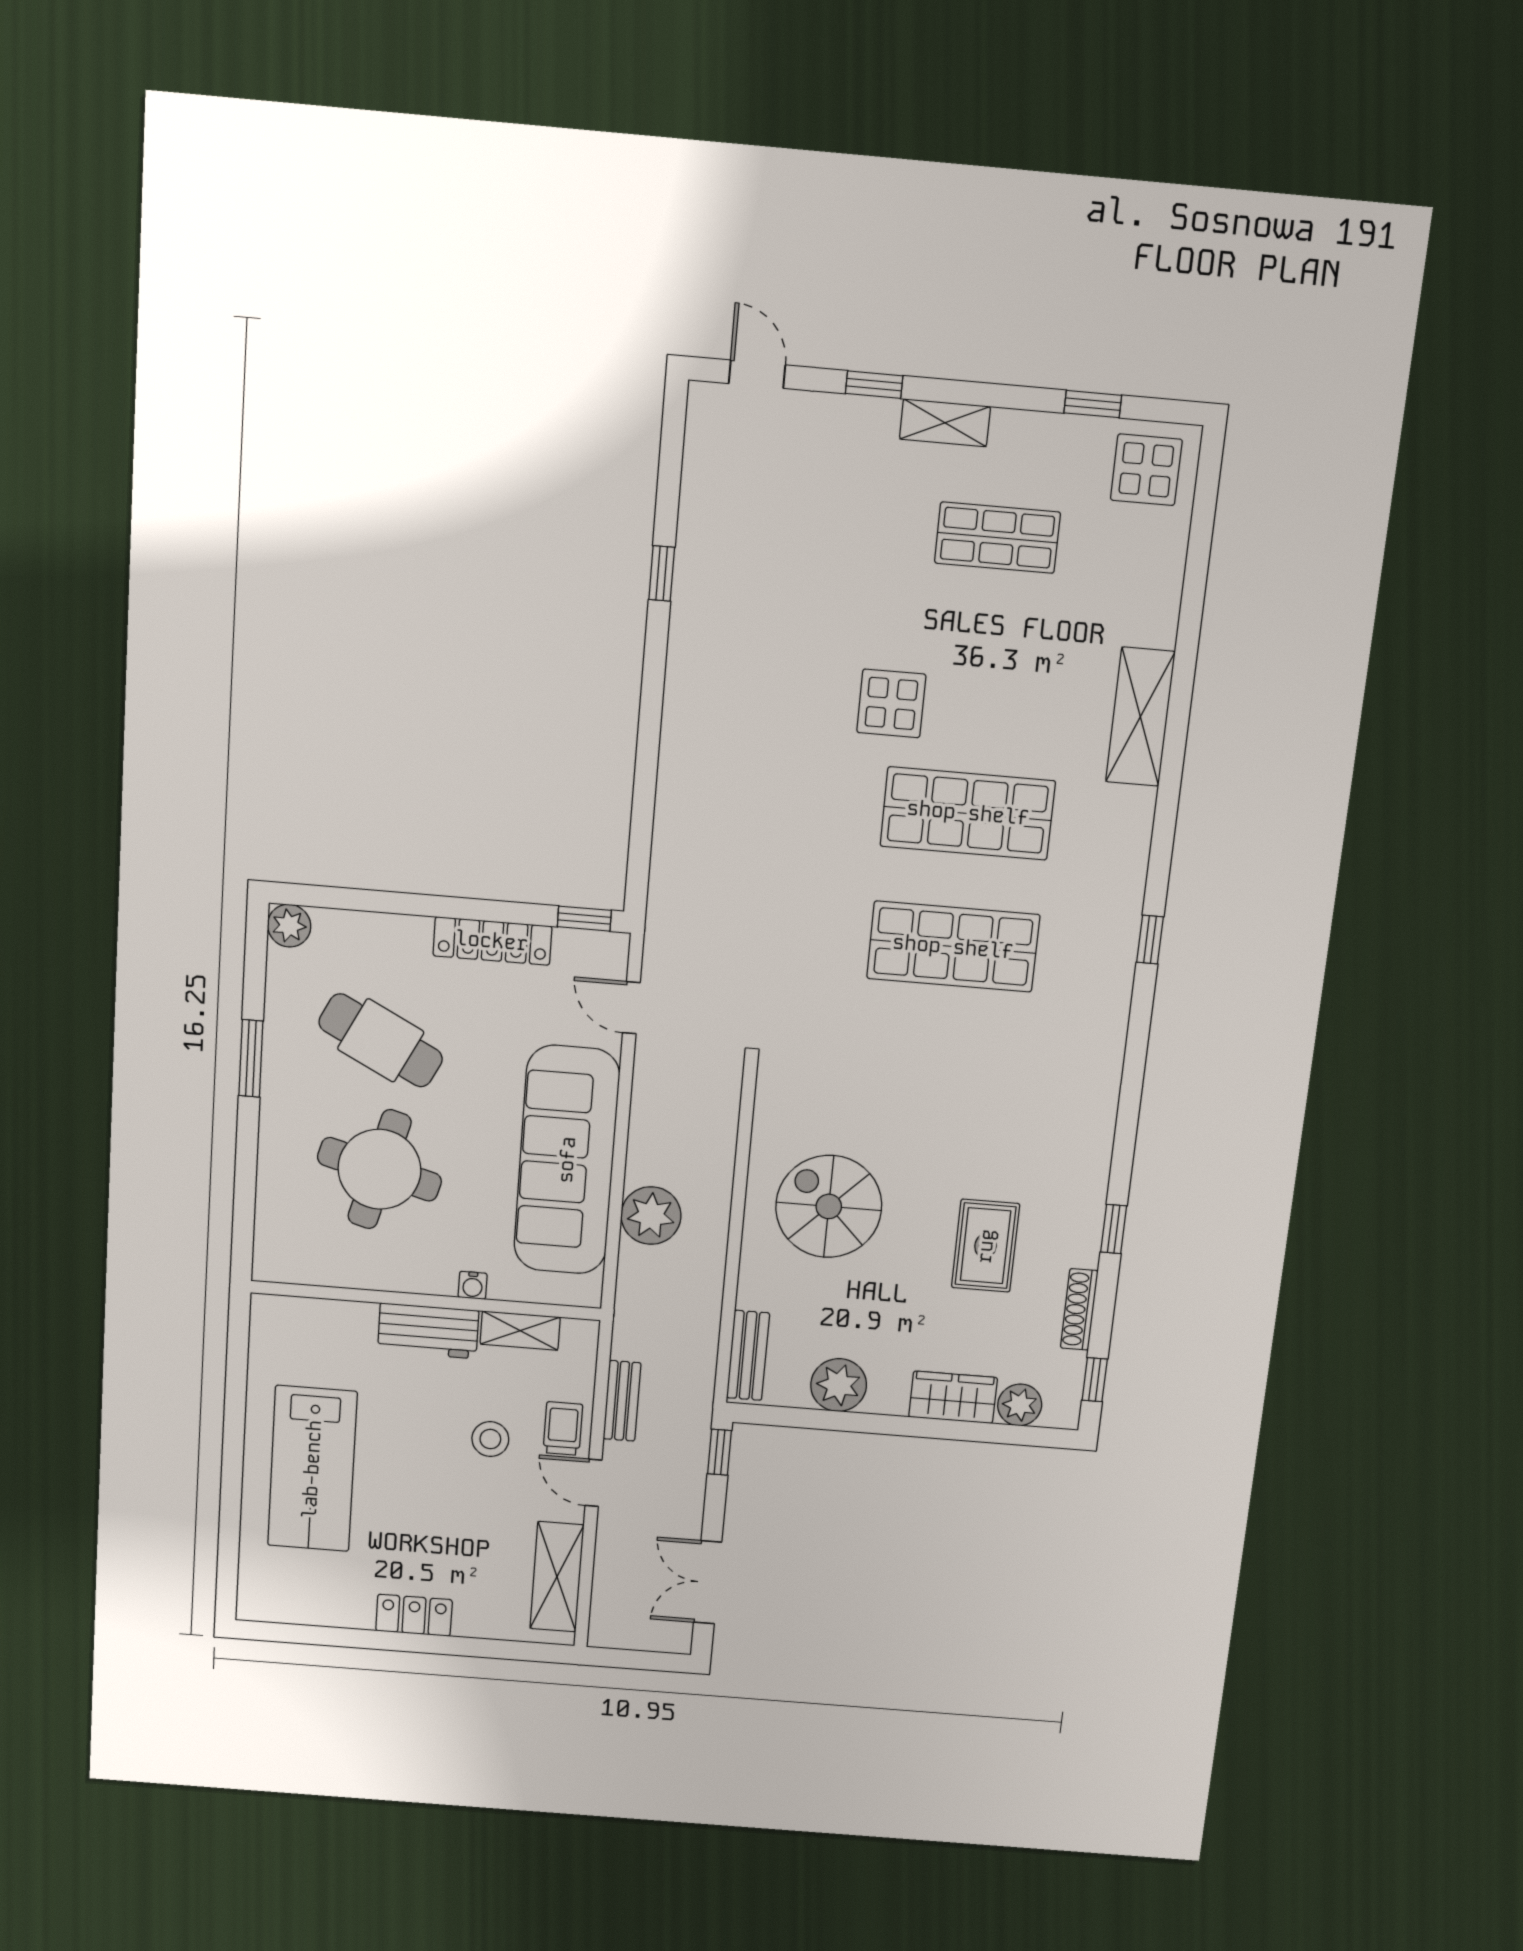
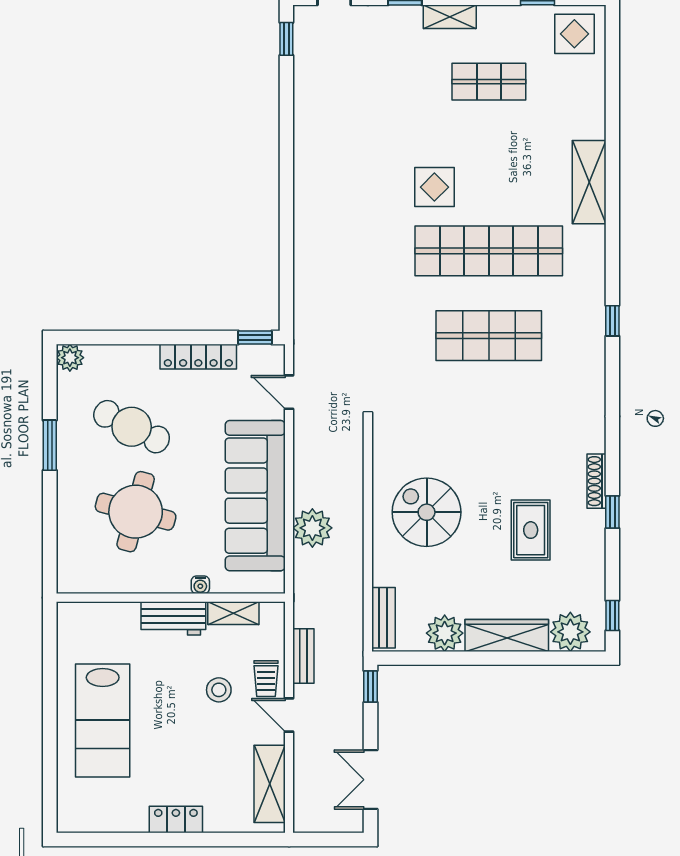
window: (662, 573) -> (286, 39), moved
shop shelf: (968, 813) -> (489, 251), width x1.40
shoe rack: (1079, 1309) -> (596, 481), moved
wardrobe: (953, 1397) -> (507, 635), width x1.50
plant: (1020, 1405) -> (570, 632), width x1.36, depth x1.36
trolley: (563, 1429) -> (266, 679), turned 180

